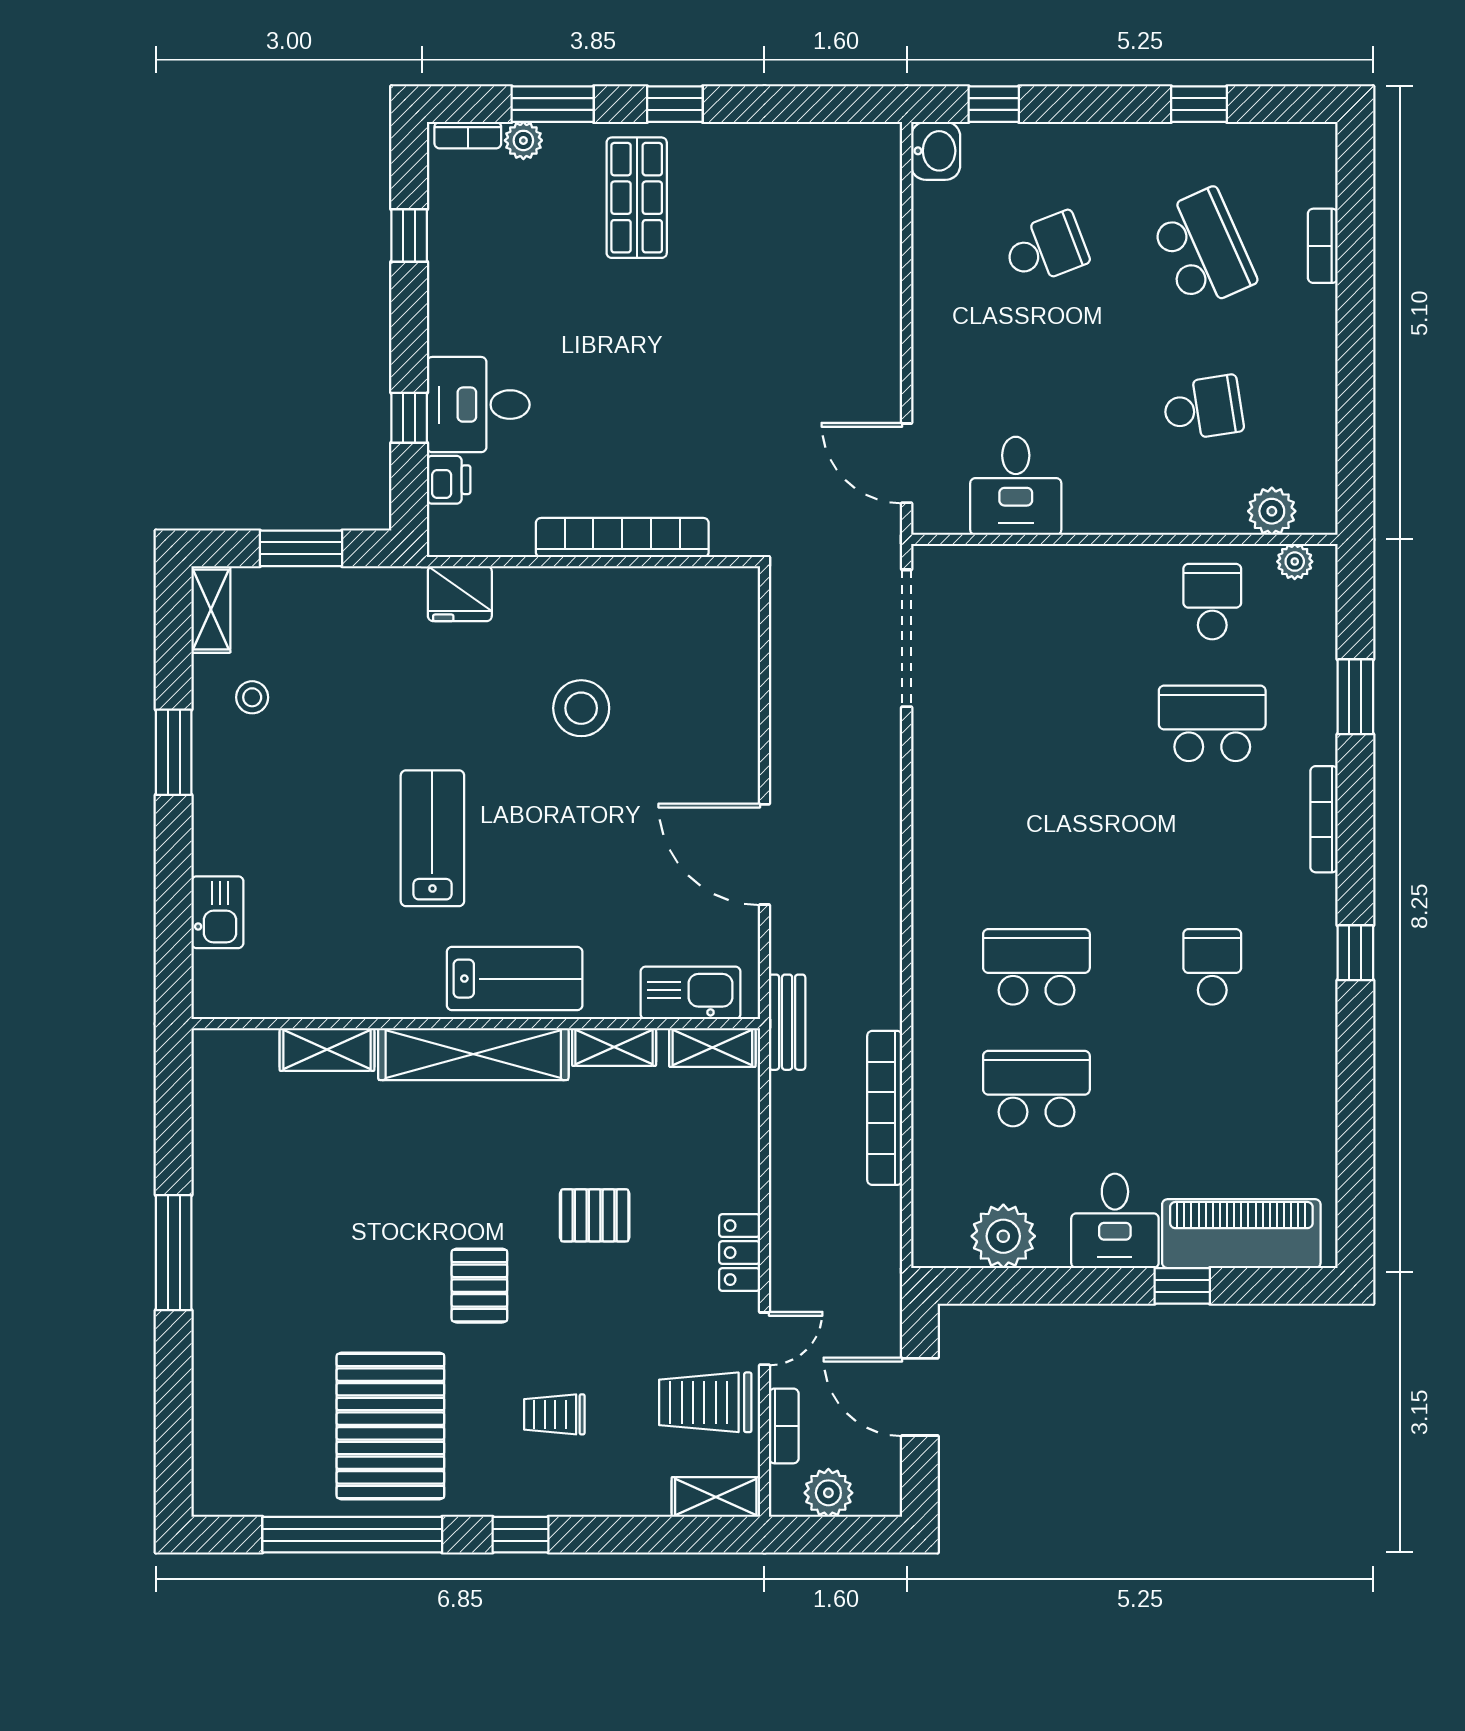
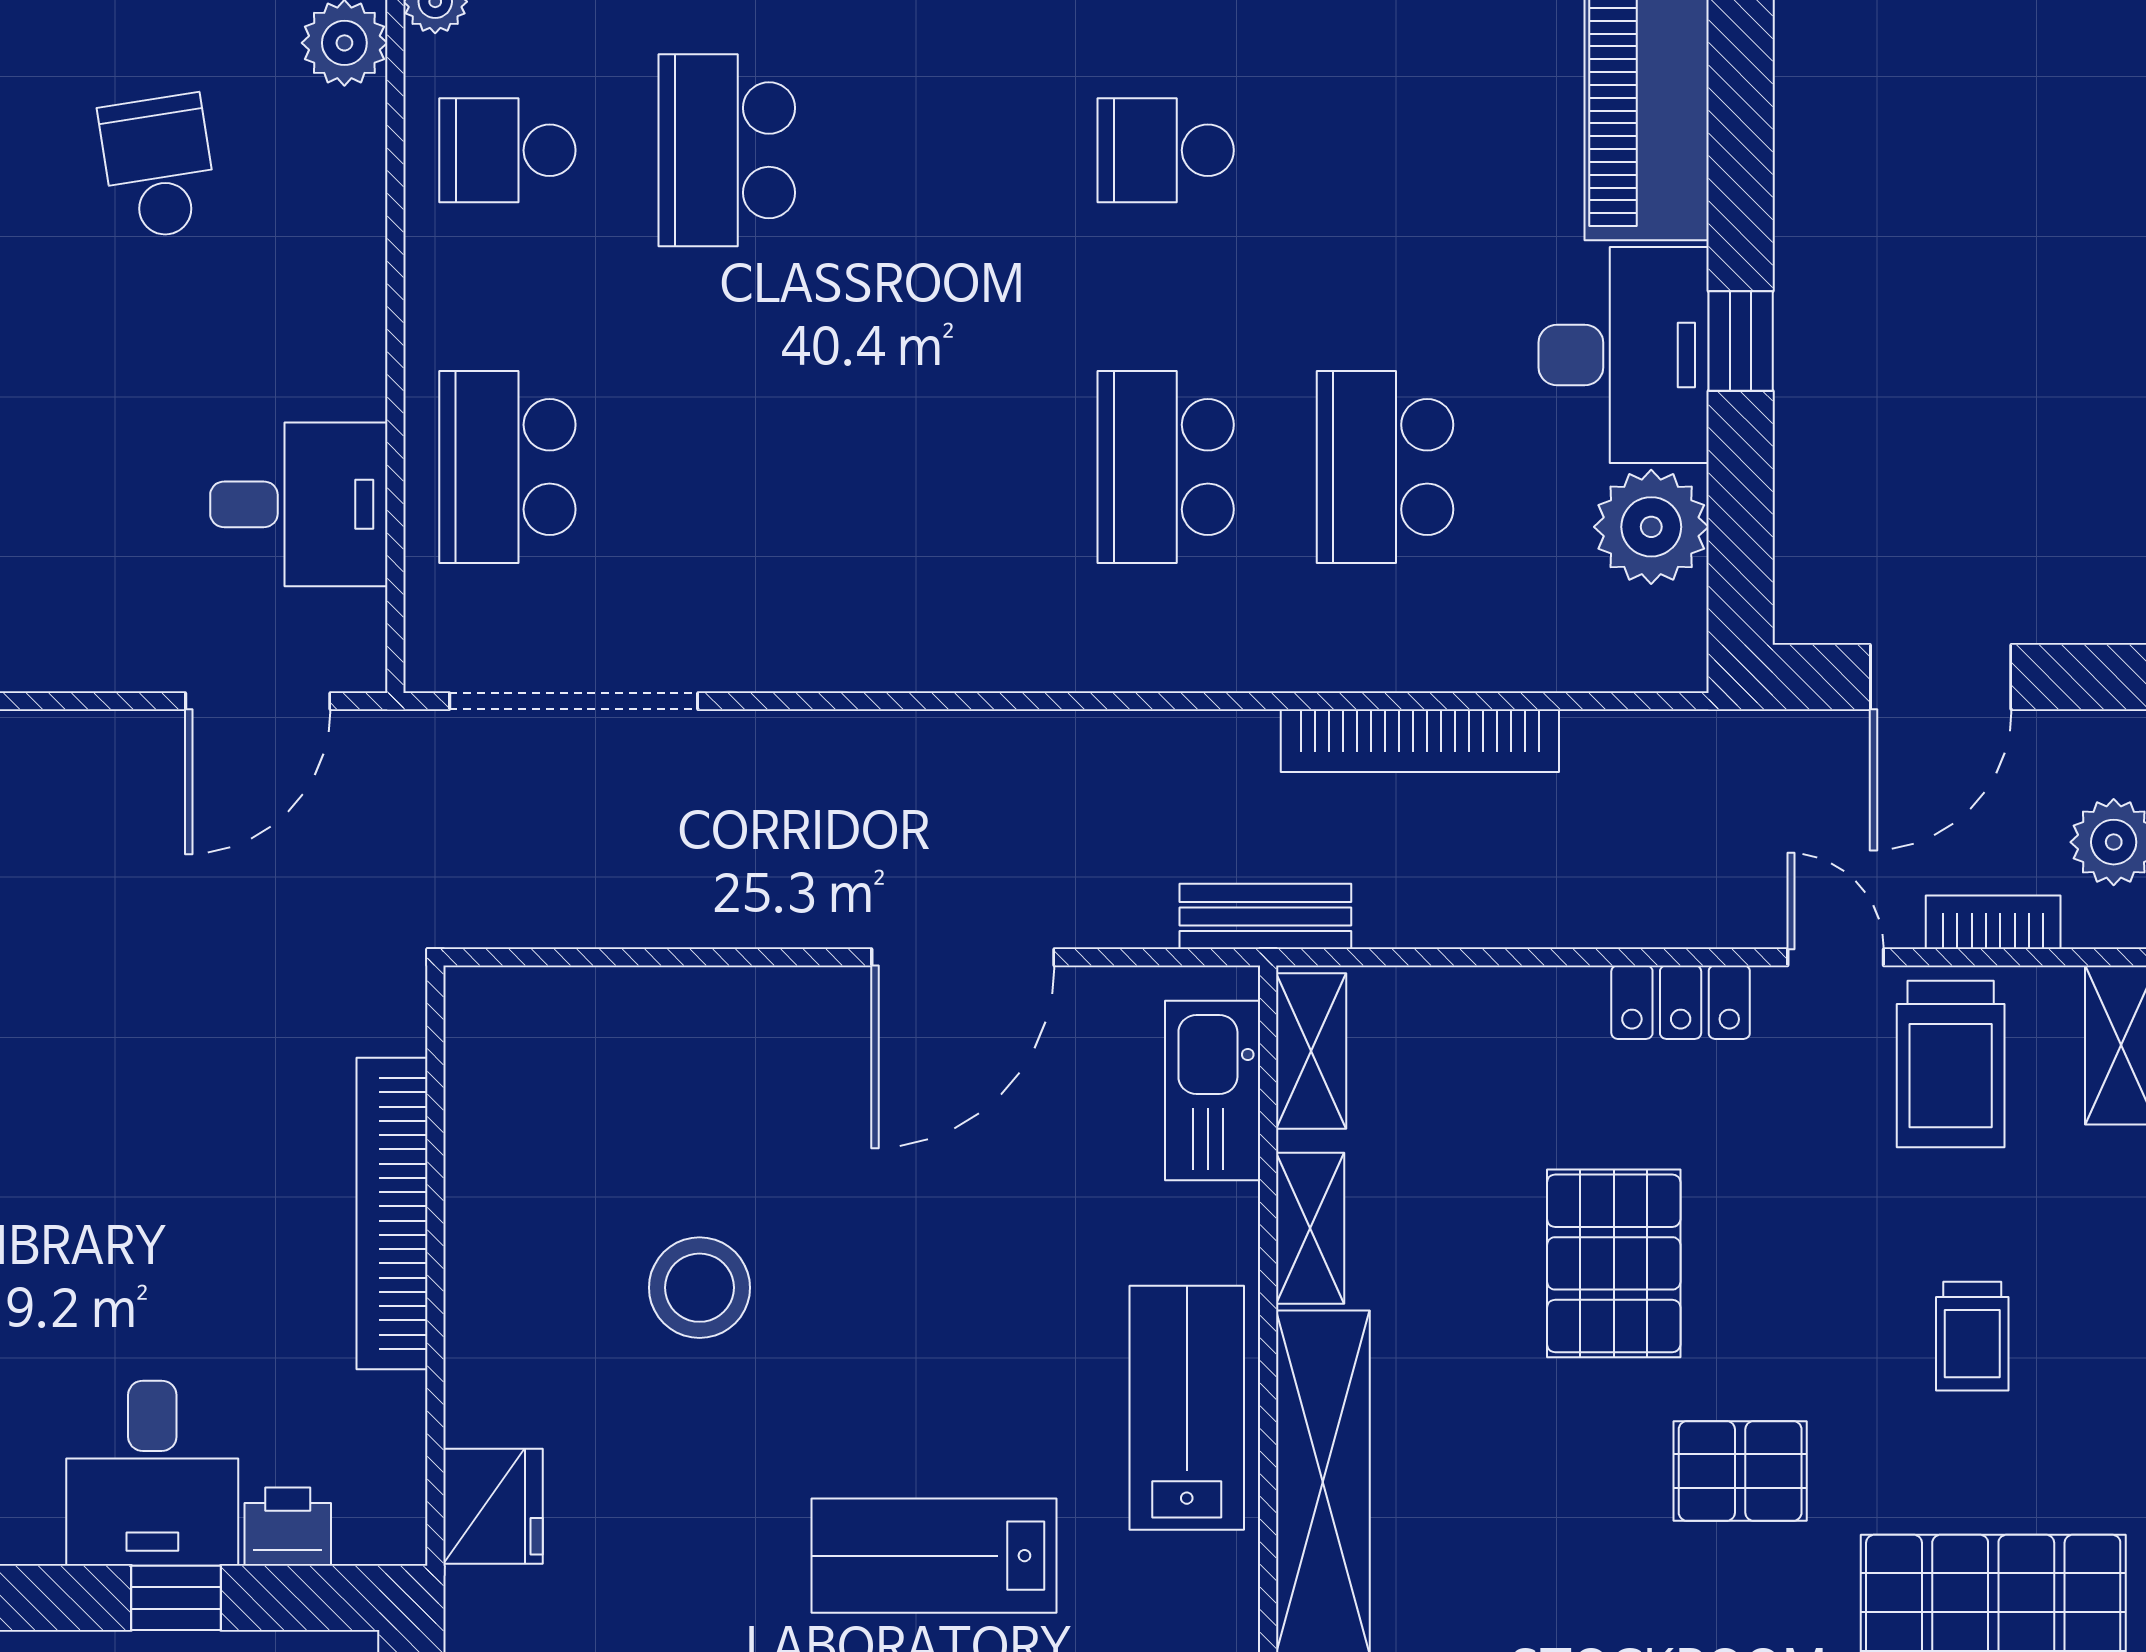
school desk: (1036, 602) -> (507, 467), added
pallet: (595, 1215) -> (1614, 1263), width x1.50, depth x1.42
desk: (1115, 1221) -> (1624, 355), width x1.37
window: (1182, 1286) -> (1741, 341), moved

